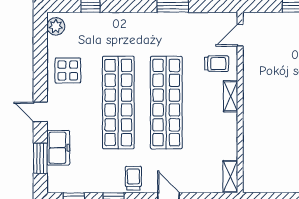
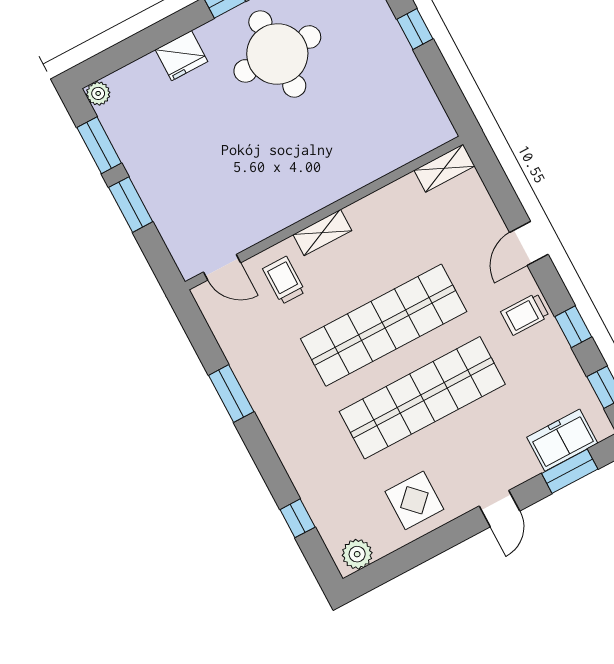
freezer: (58, 148) -> (562, 440), moved

